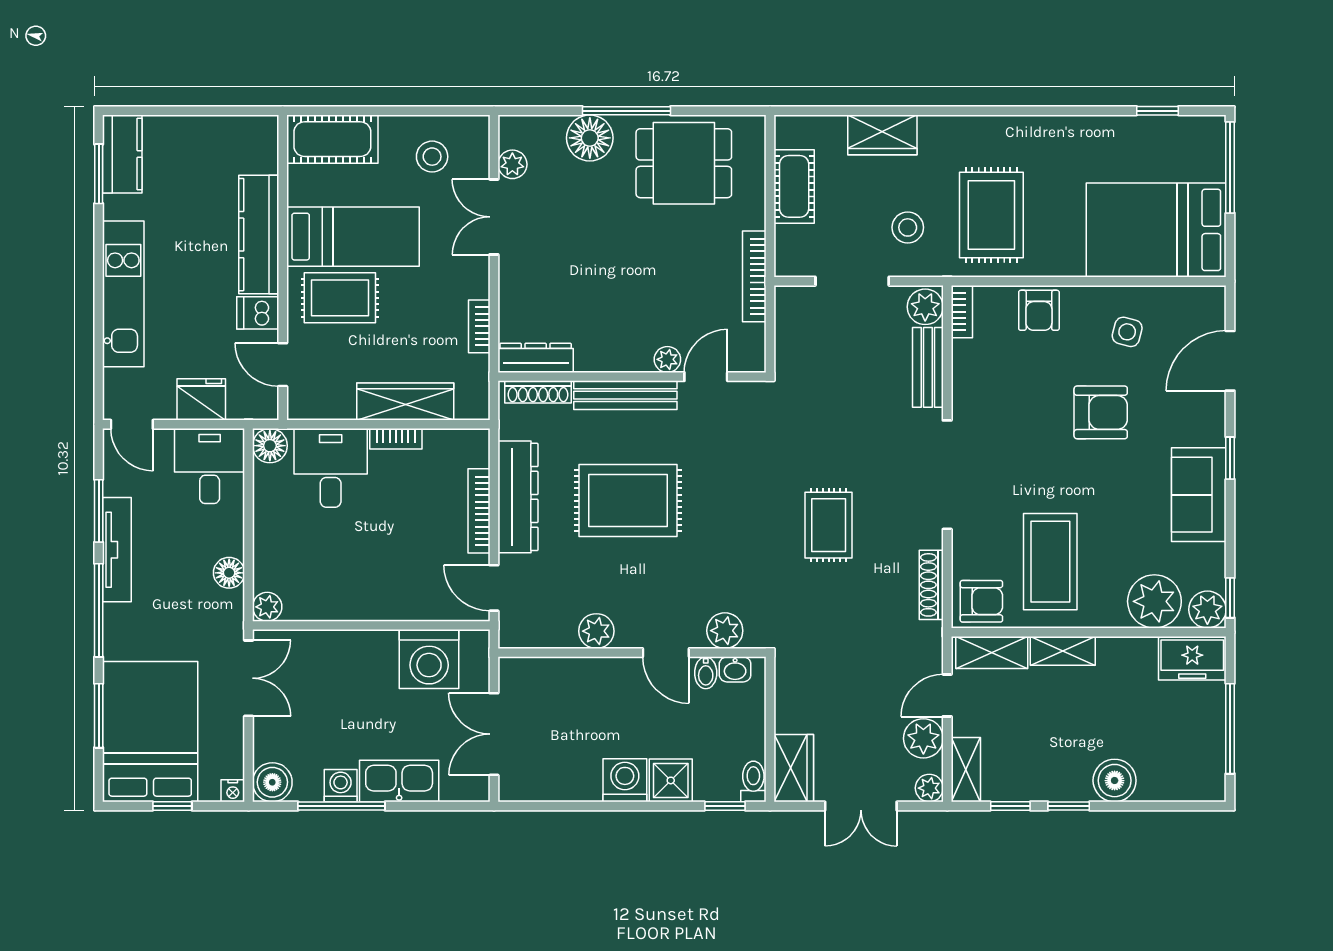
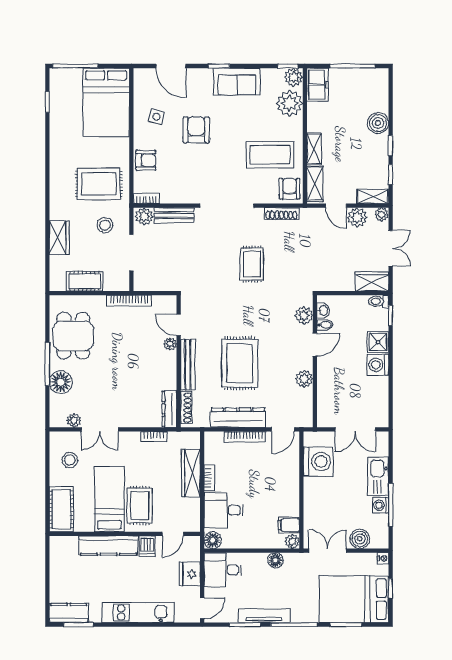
rug: (829, 525) -> (252, 264), turned 90
filing cabinet: (300, 600) -> (289, 525), added
boiler: (272, 782) -> (360, 539), moved

